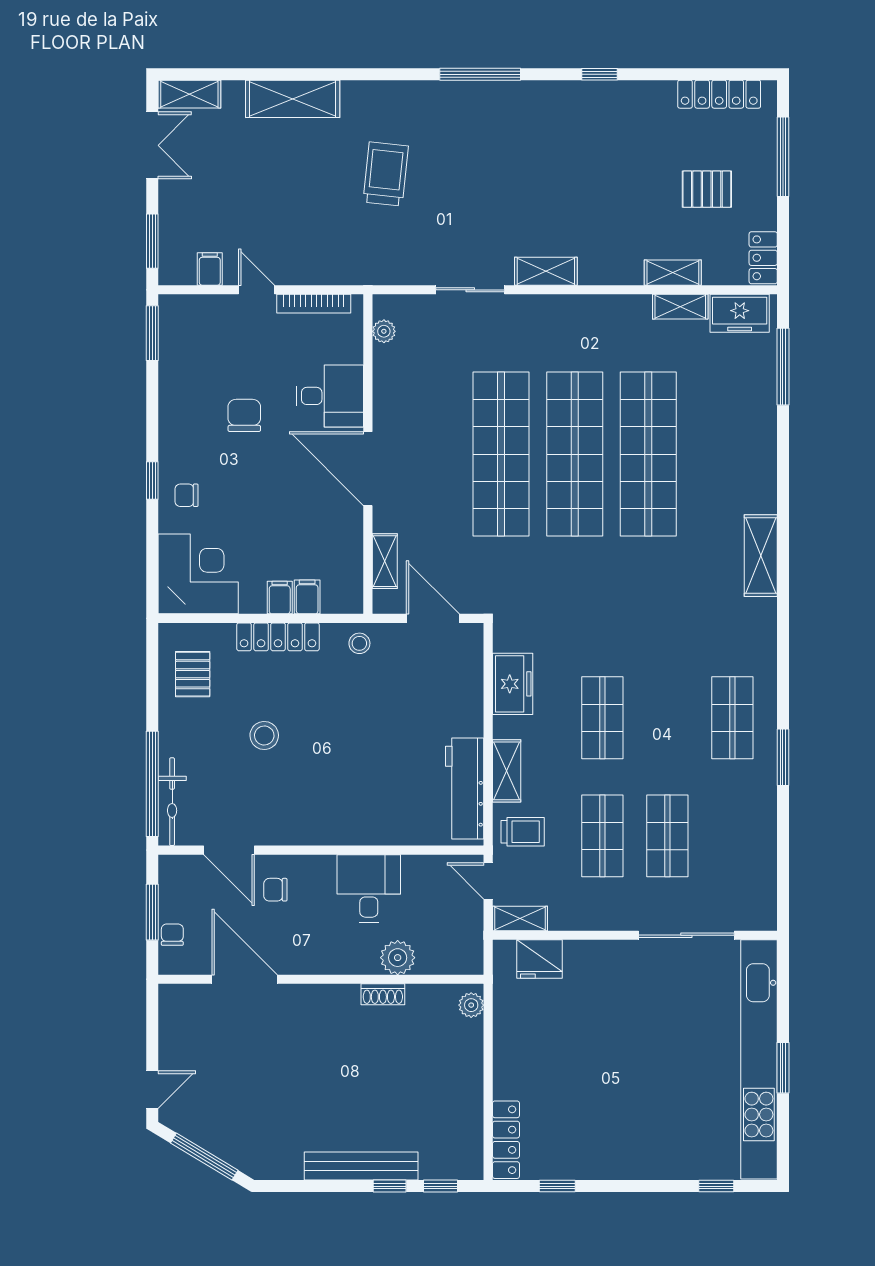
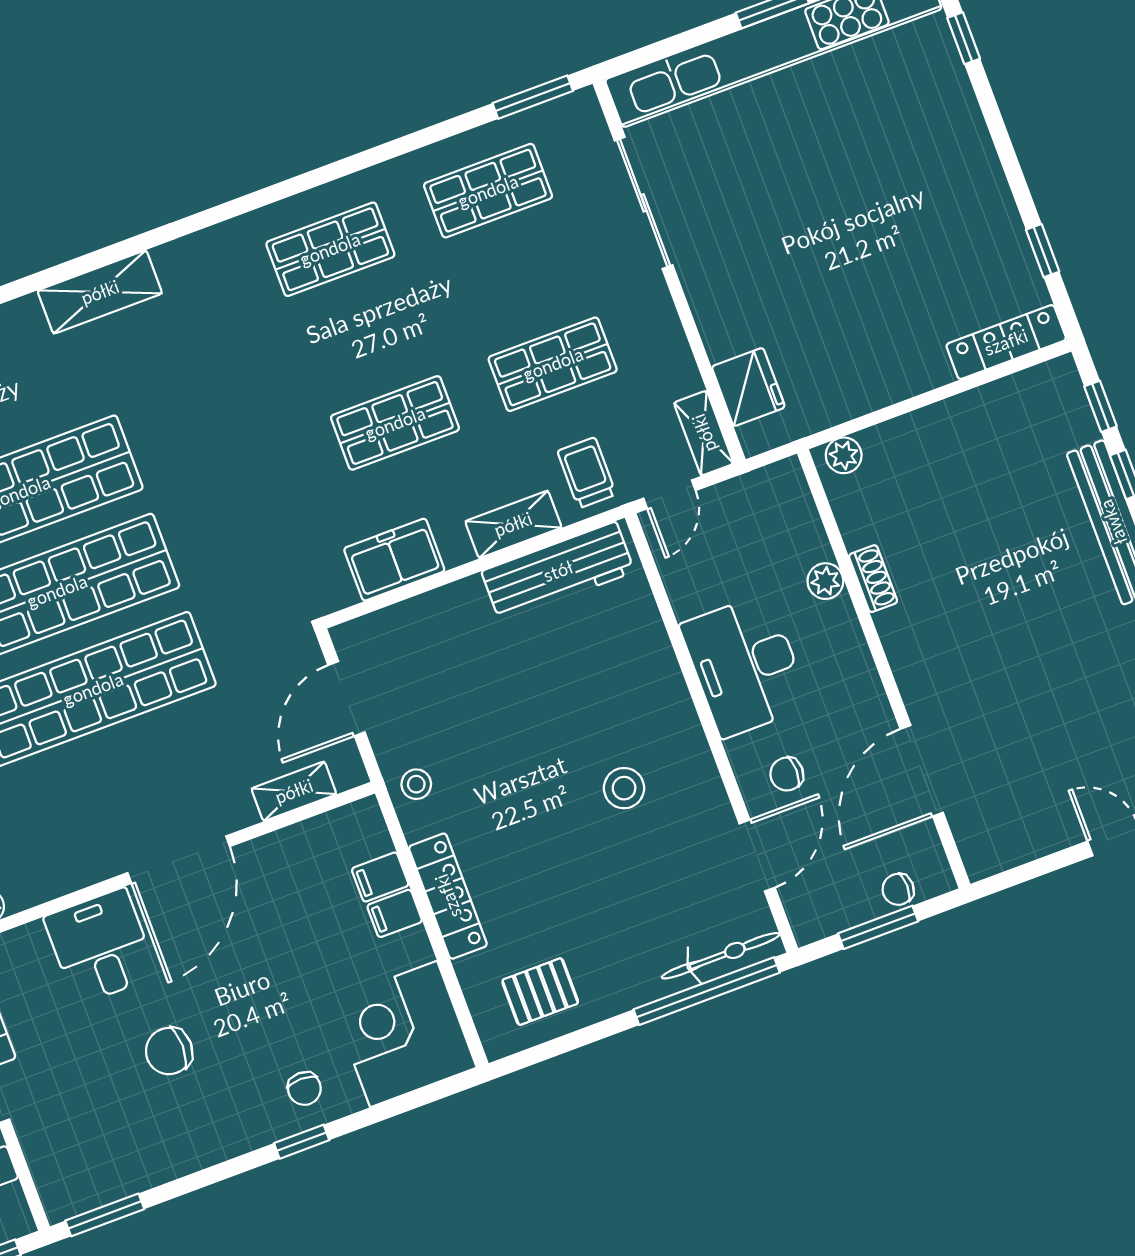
stool: (264, 735) -> (624, 788), moved
window: (783, 757) -> (533, 97), moved
shop shelf: (667, 836) -> (488, 191), moved
desk: (369, 889) -> (745, 666), width x1.37
chair: (275, 890) -> (787, 774), turned 90
plant: (398, 958) -> (825, 581), width x0.73, depth x0.73

